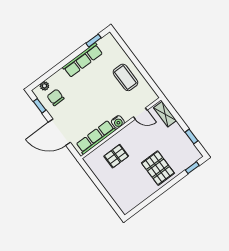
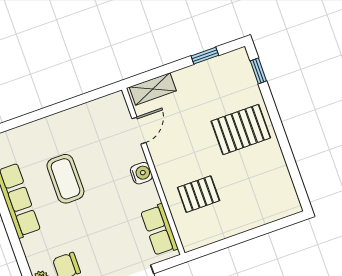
coffee table: (125, 77) -> (65, 179), moved, turned 90
row of seats: (96, 137) -> (159, 230), width x0.68
pallet: (116, 156) -> (199, 194), turned 90

